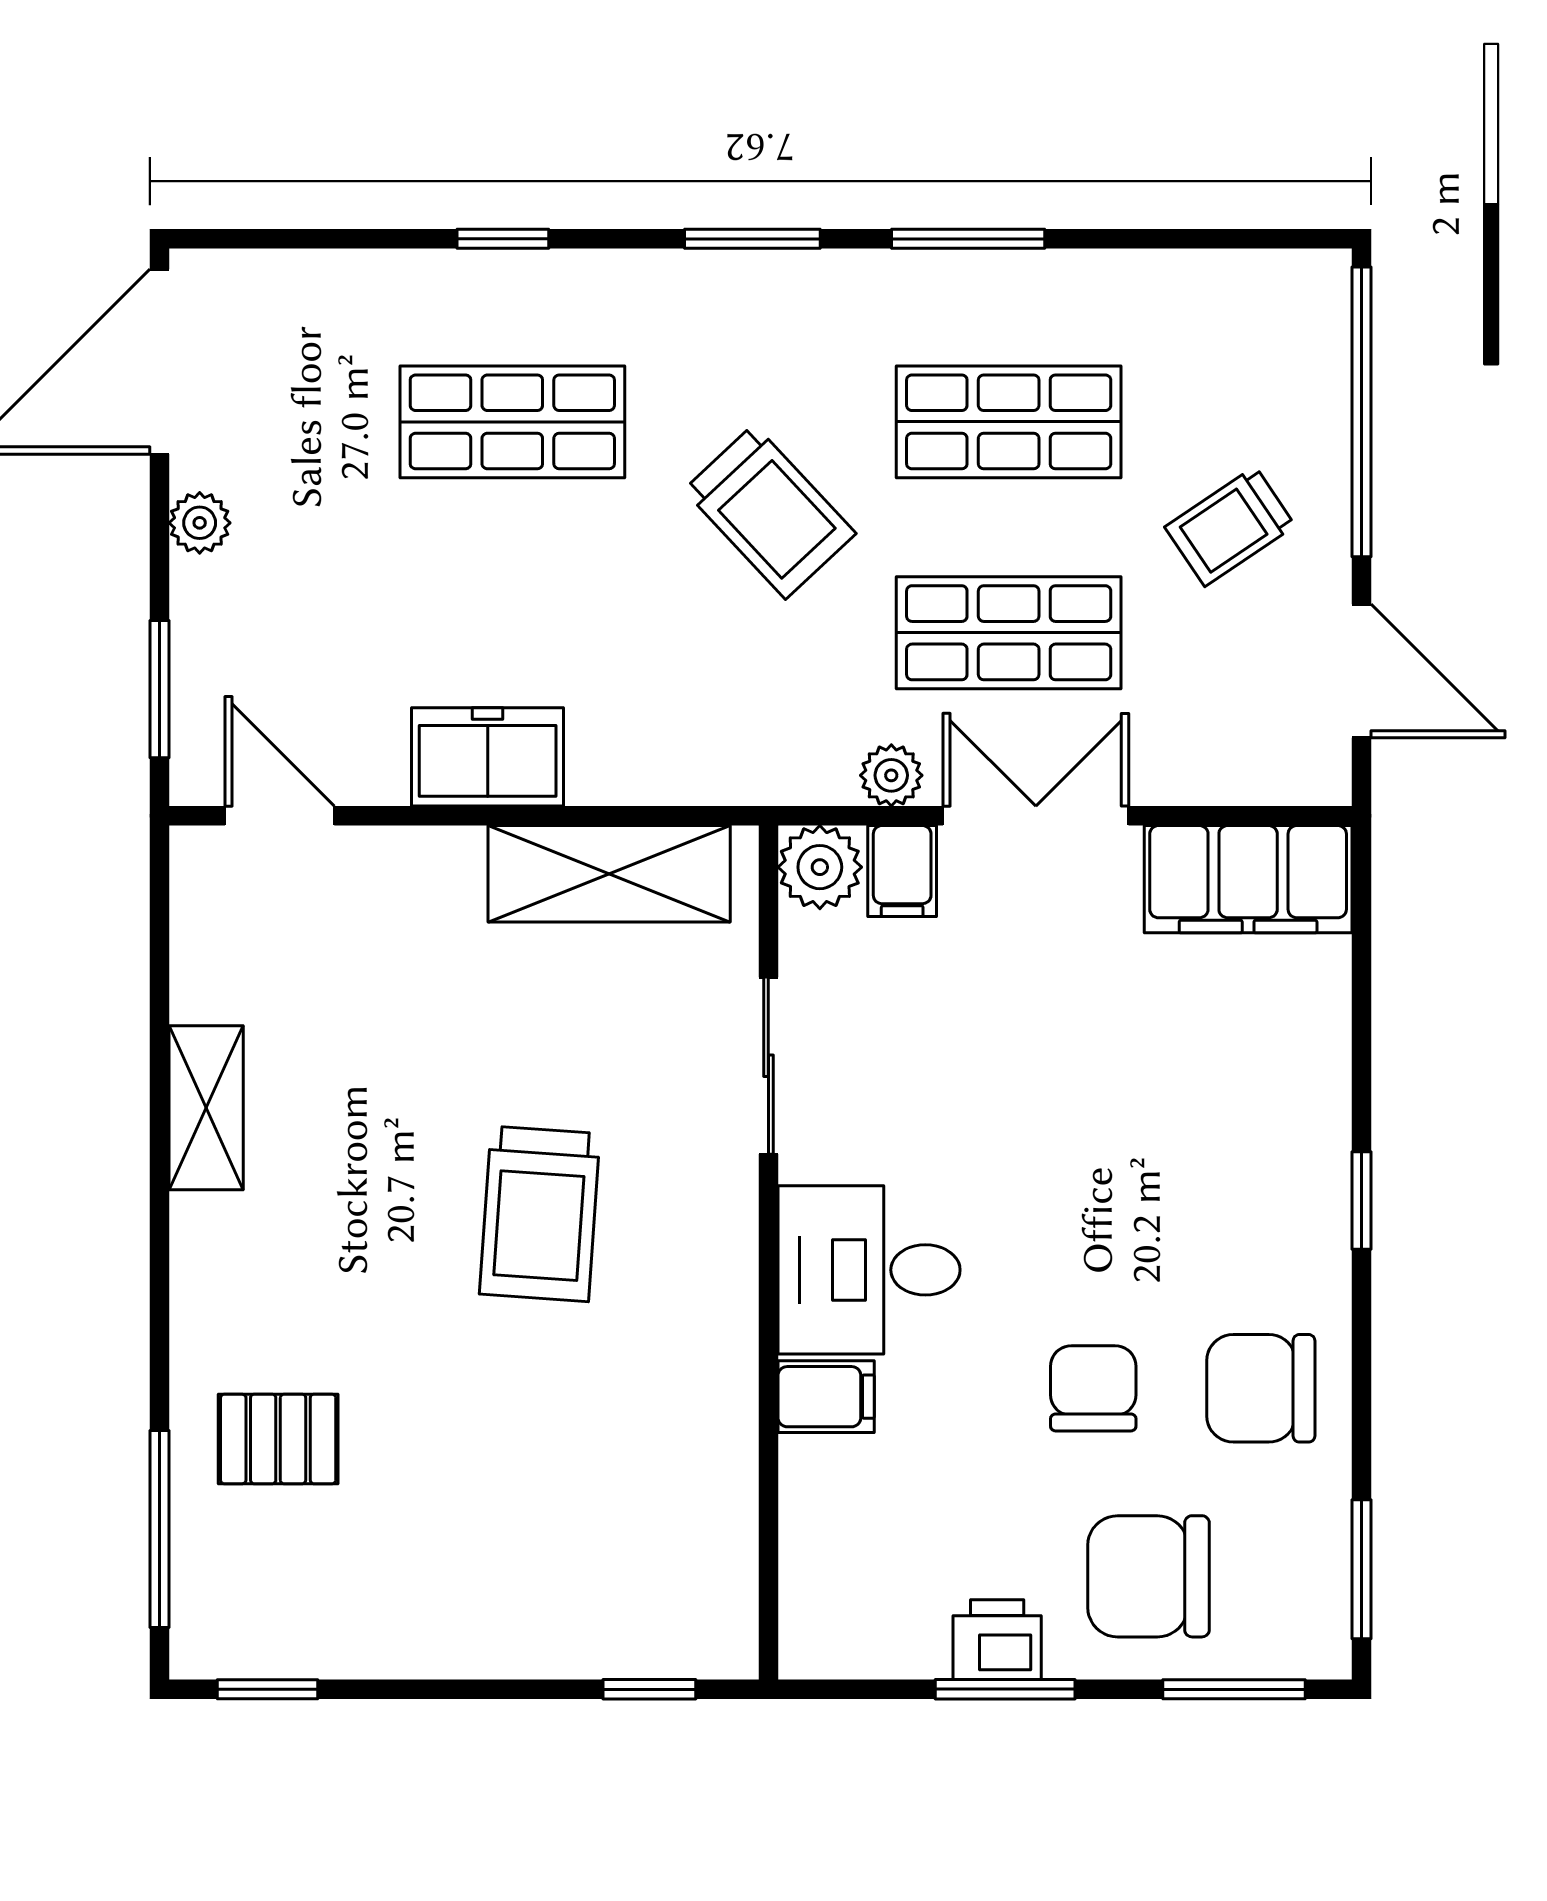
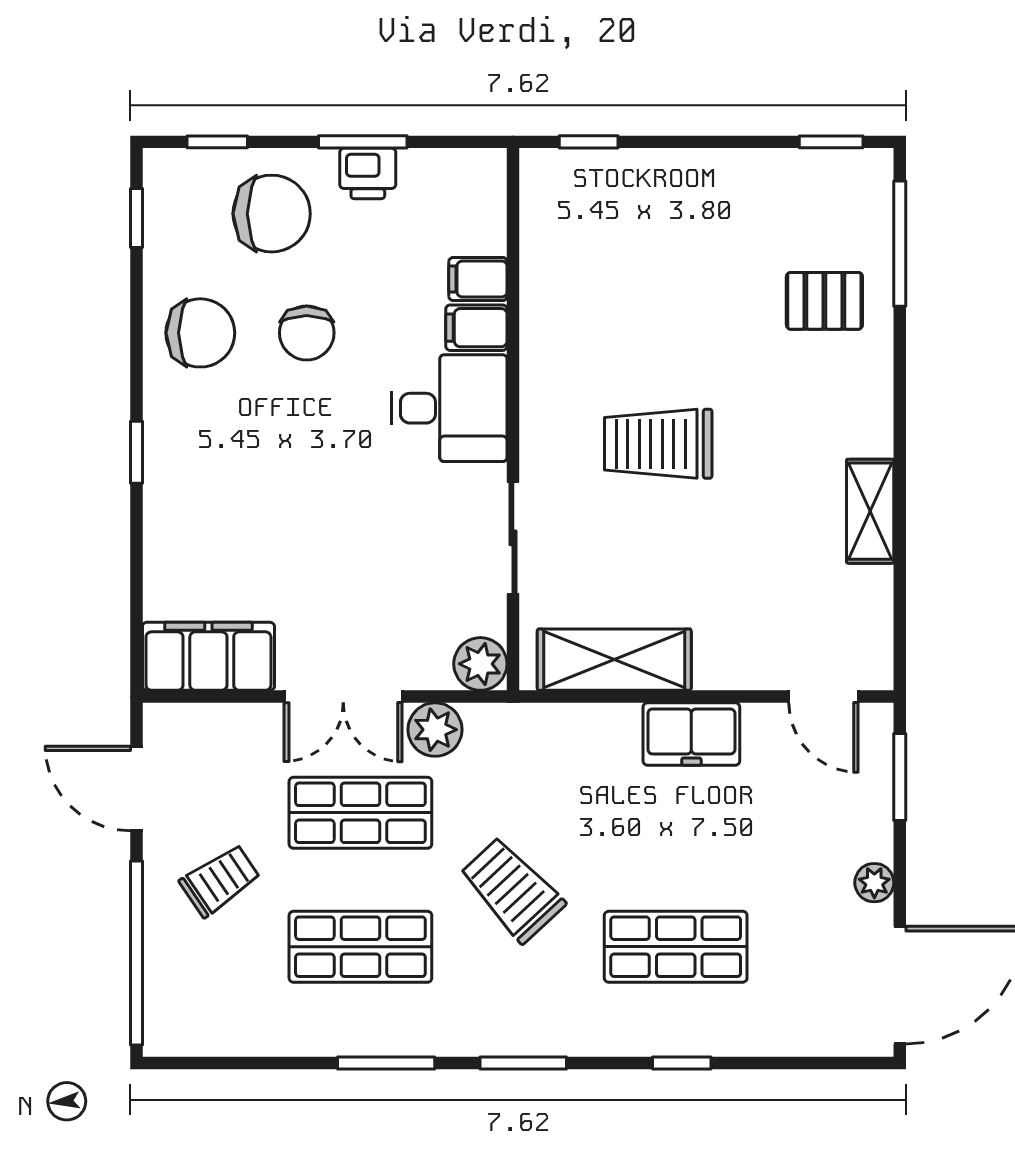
plant: (891, 775) -> (435, 730), width x1.38, depth x1.38
filing cabinet: (902, 871) -> (478, 279), moved, turned -90
trolley: (540, 1214) -> (658, 444), turned -94
window: (1361, 1569) -> (136, 218), width x0.67
window: (1234, 1689) -> (217, 142), width x0.67

